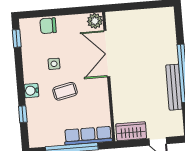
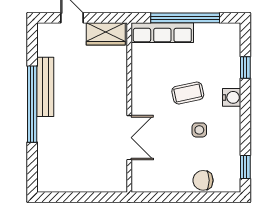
plant: (95, 21) -> (141, 182), removed
chair: (48, 26) -> (203, 180), turned 180
double door: (107, 54) -> (129, 138), width x0.73

